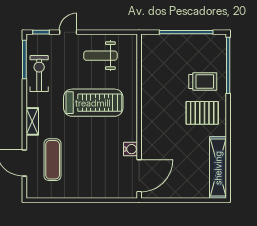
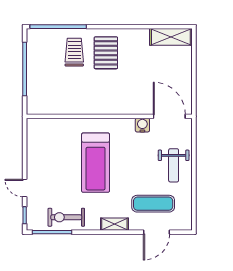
weight bench: (100, 56) -> (174, 165), moved
treadmill: (93, 103) -> (96, 163), turned 180
shelving: (218, 168) -> (171, 37), width x0.68

